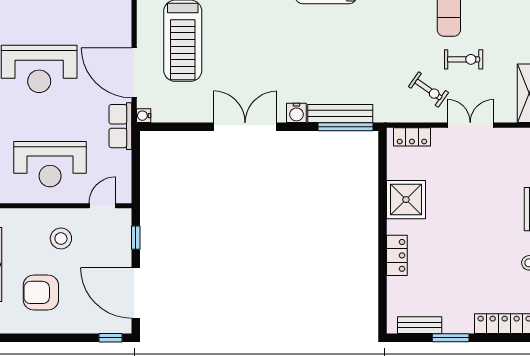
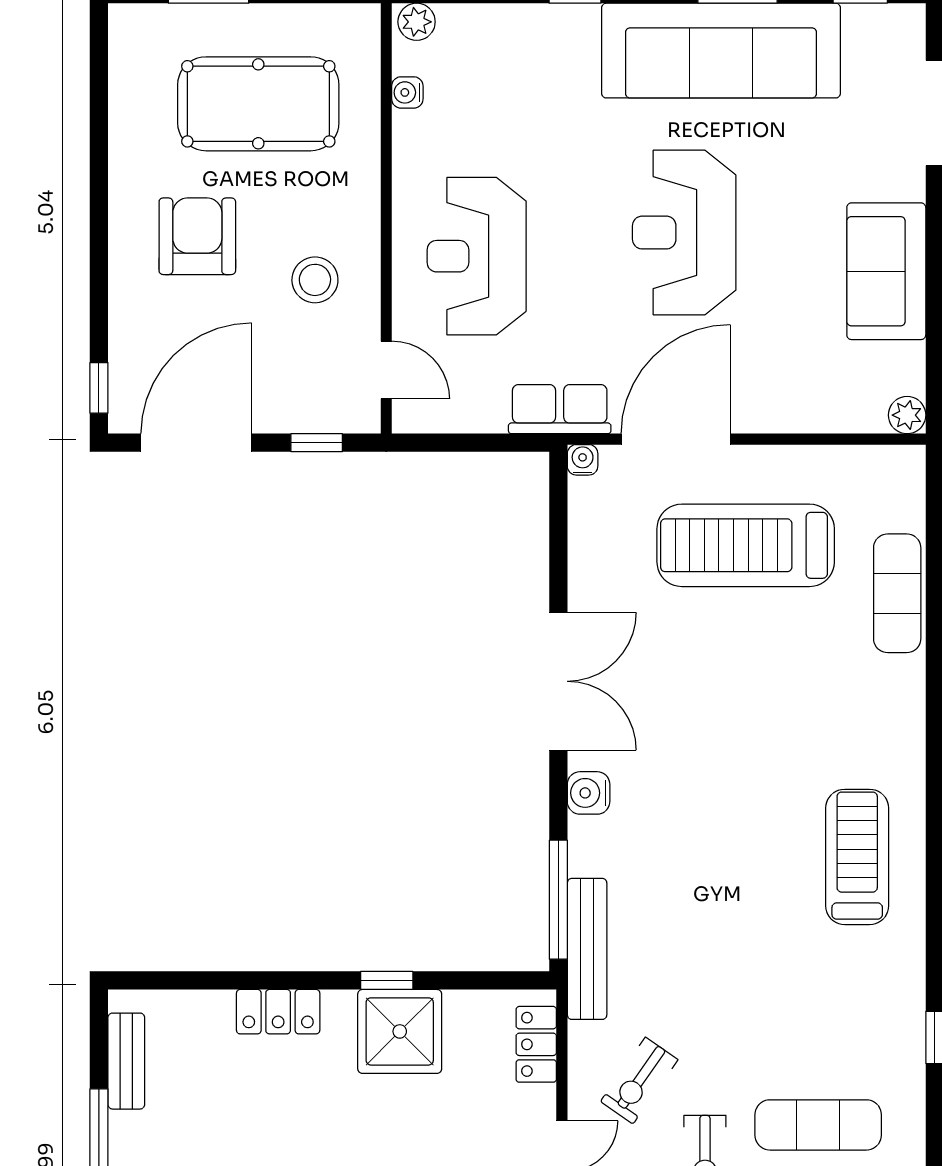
bench: (340, 114) -> (587, 949), moved
window: (383, 206) -> (387, 980), added

